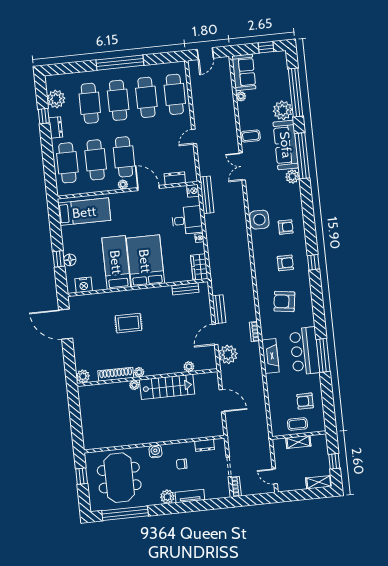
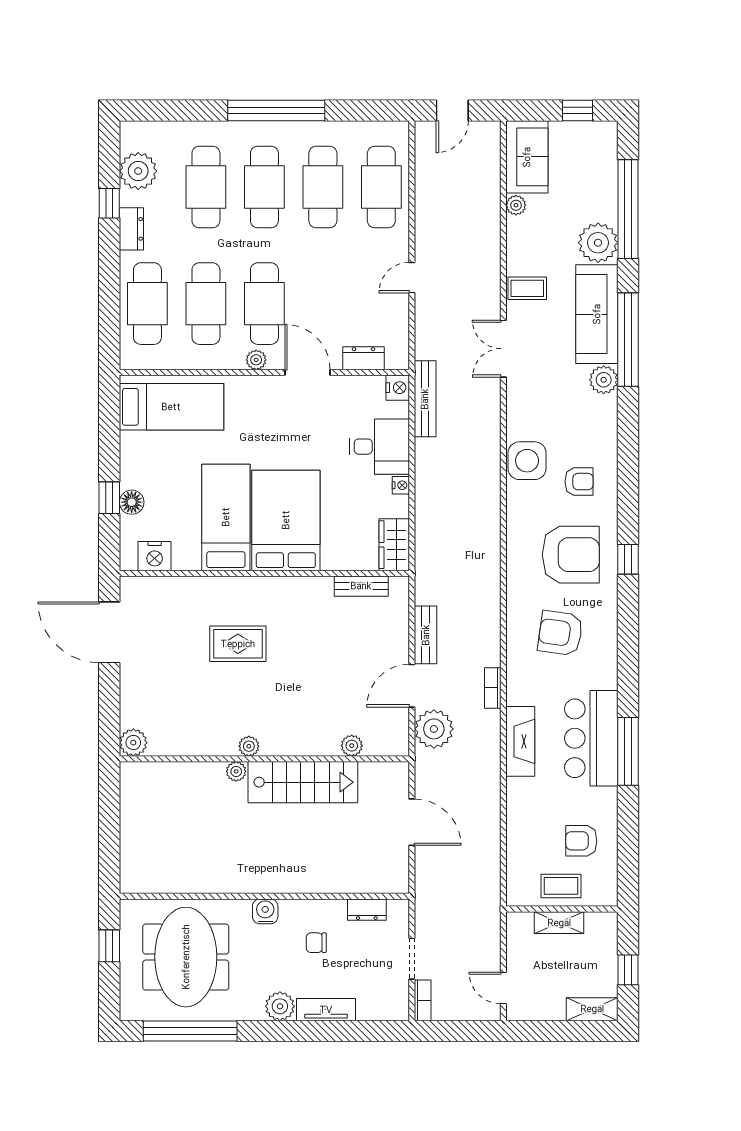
armchair: (285, 263) -> (571, 555), width x1.88, depth x1.88
shoe rack: (116, 374) -> (201, 745), removed

